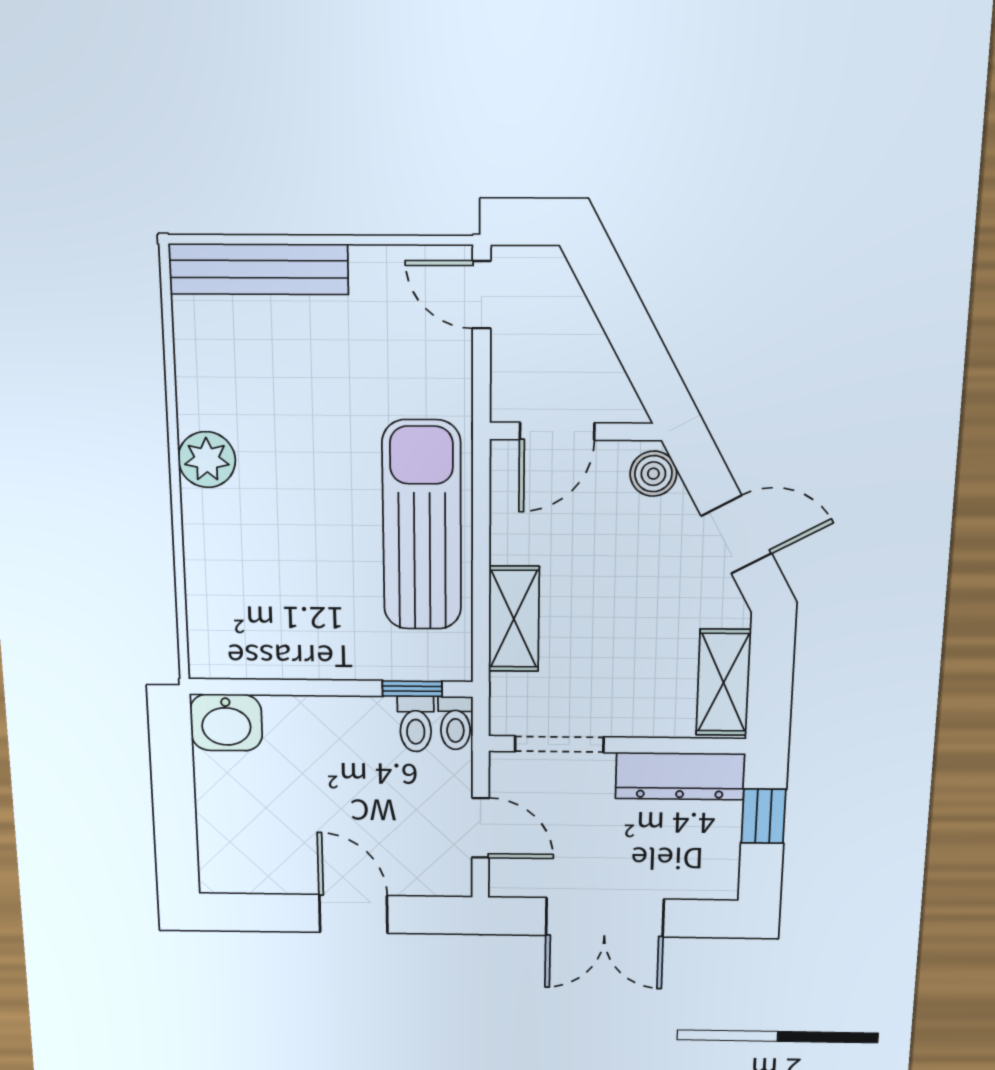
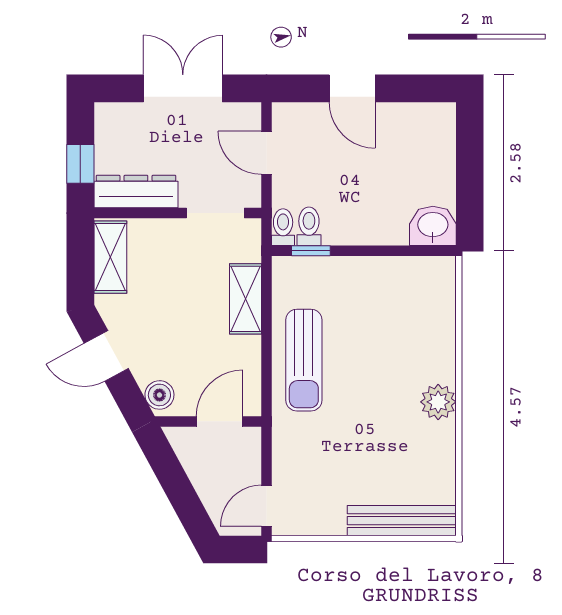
door: (482, 295) -> (267, 506), swing flipped
sun lounger: (422, 526) -> (304, 360), width x0.73, depth x0.75

